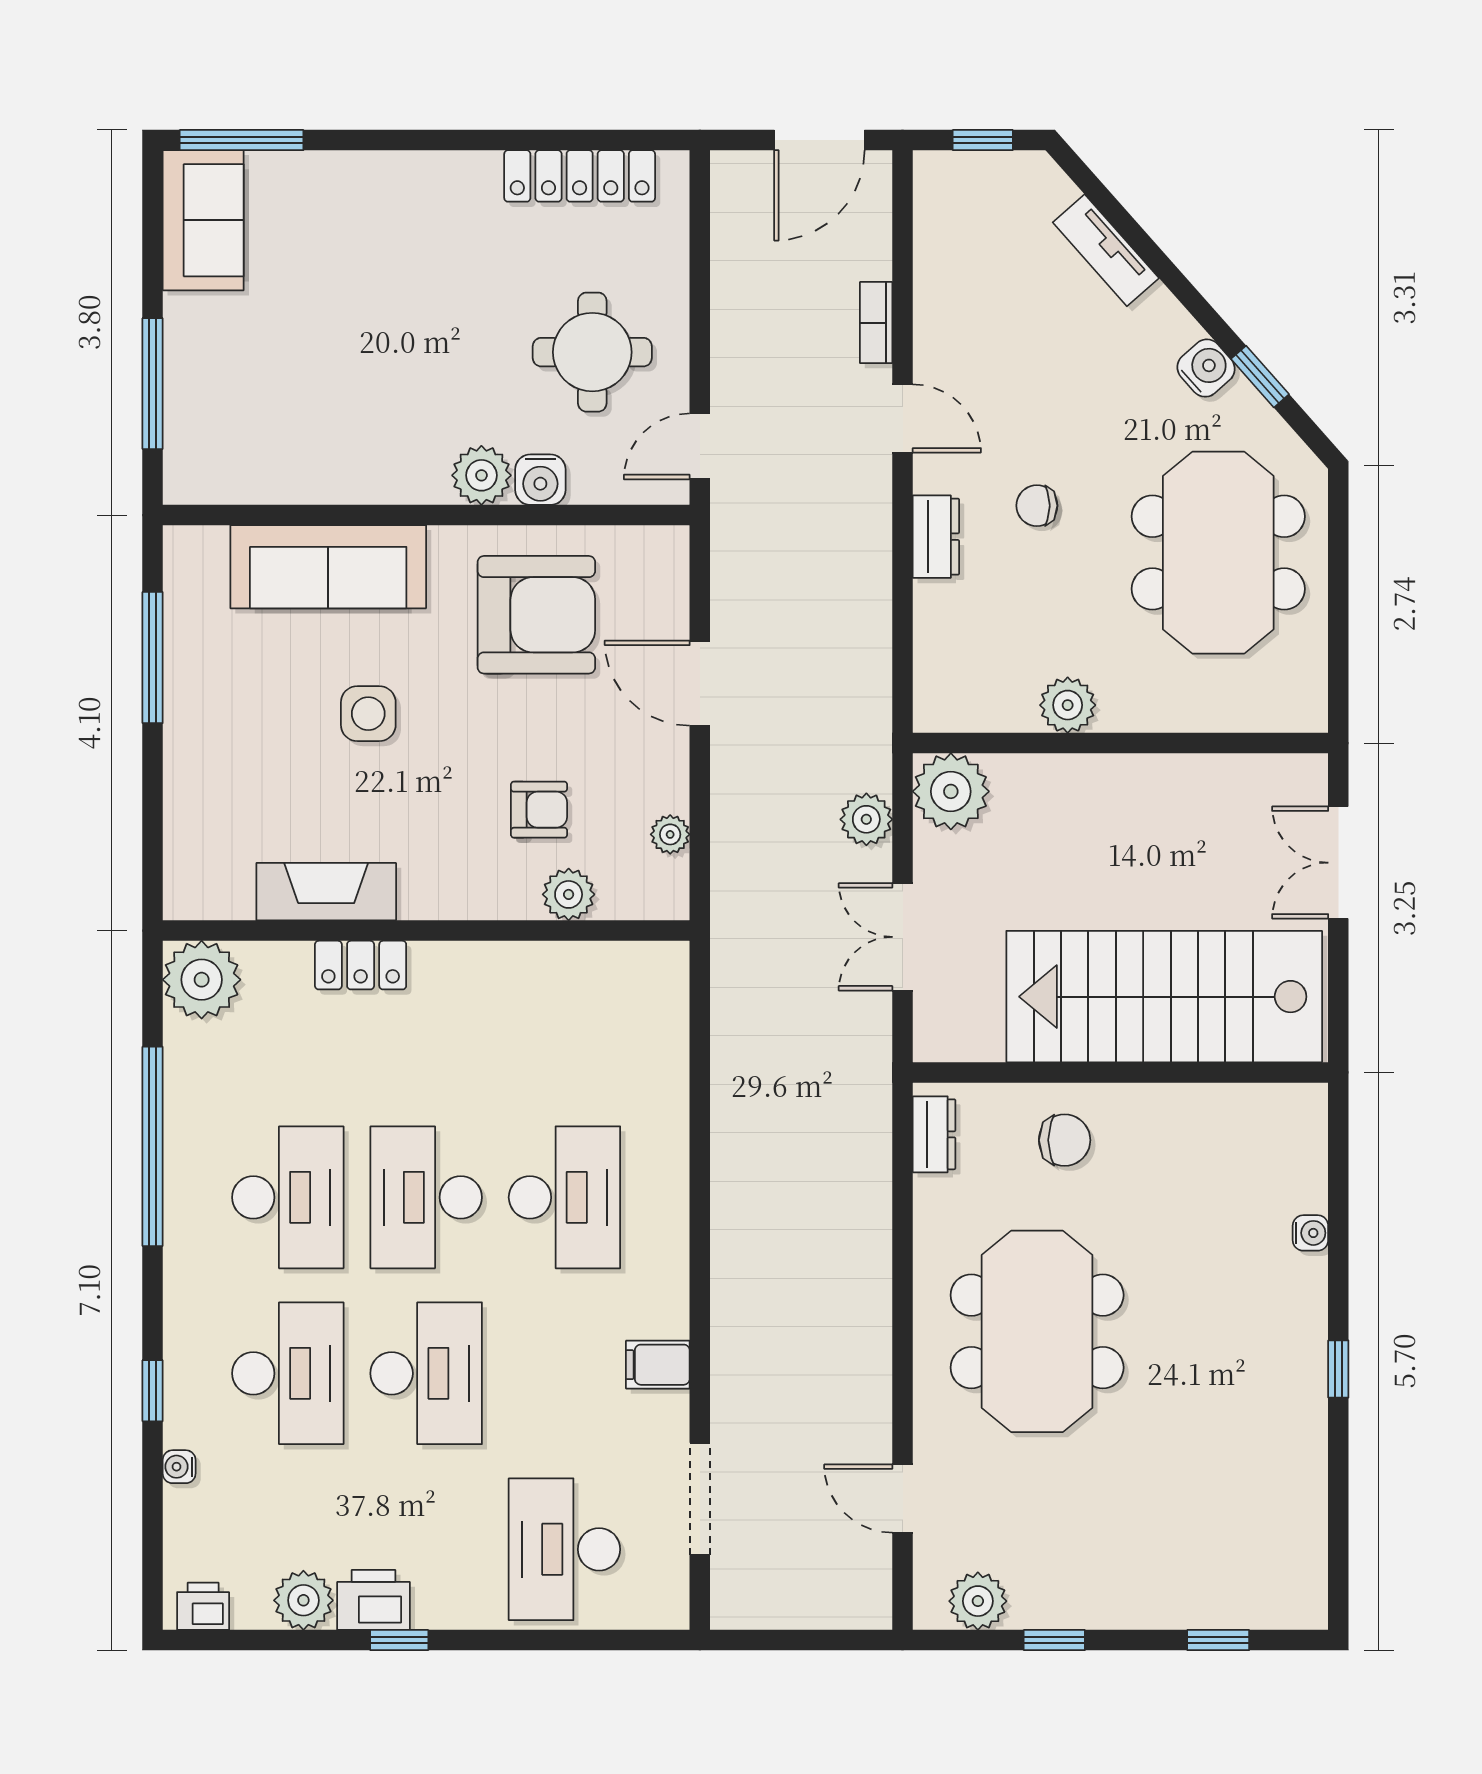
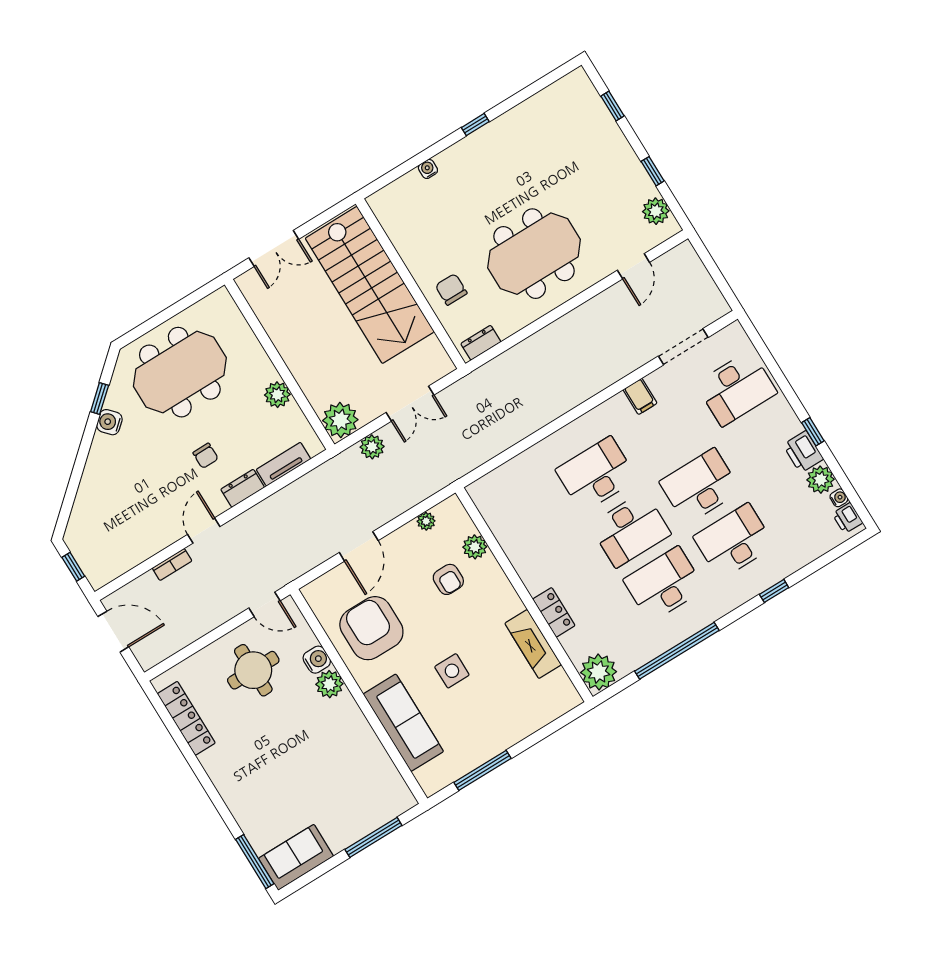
tv unit: (1106, 250) -> (283, 464), moved, turned -138
armchair: (539, 810) -> (448, 579), turned 180
water cooler: (179, 1467) -> (839, 498), moved, turned -90

